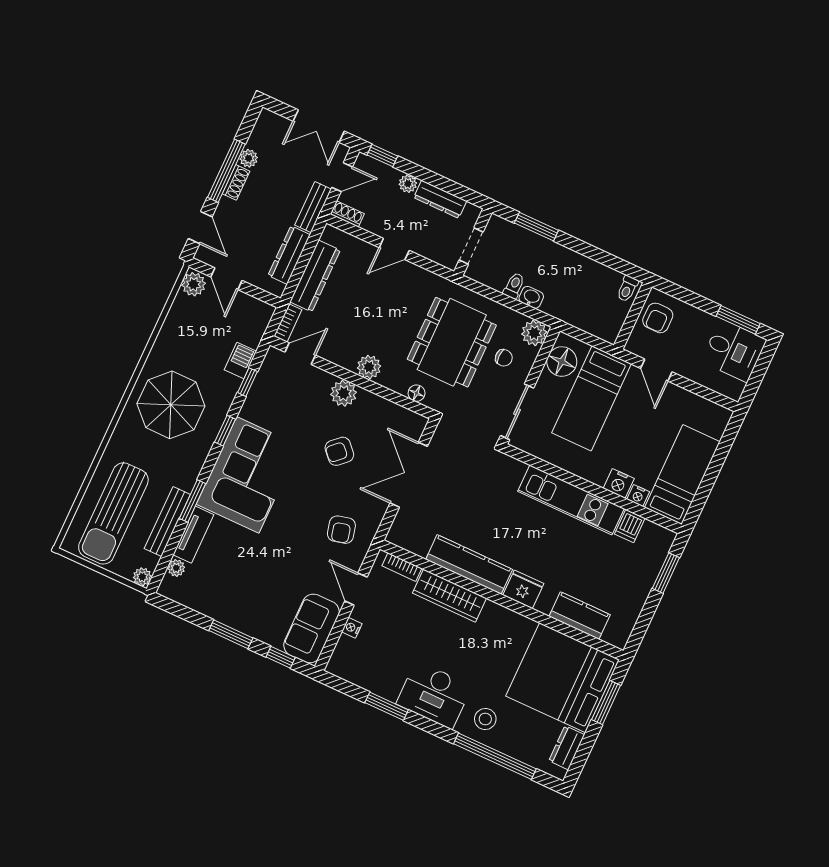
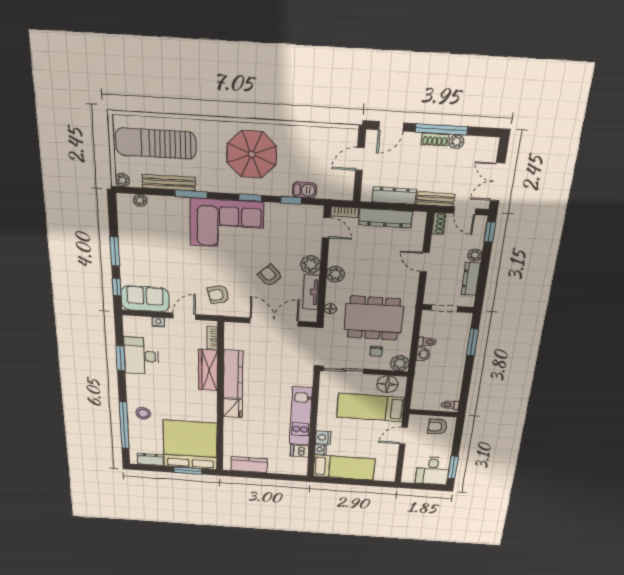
plant: (194, 284) -> (347, 137), removed
tv unit: (193, 535) -> (311, 292), moved, turned 90
window: (666, 573) -> (280, 477), removed
kitchen counter: (580, 616) -> (249, 465), moved, turned -90
desk: (434, 695) -> (141, 356), moved

